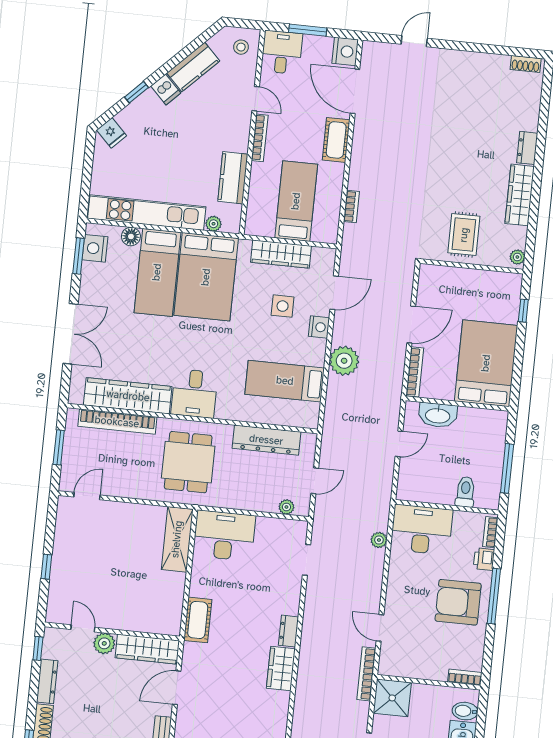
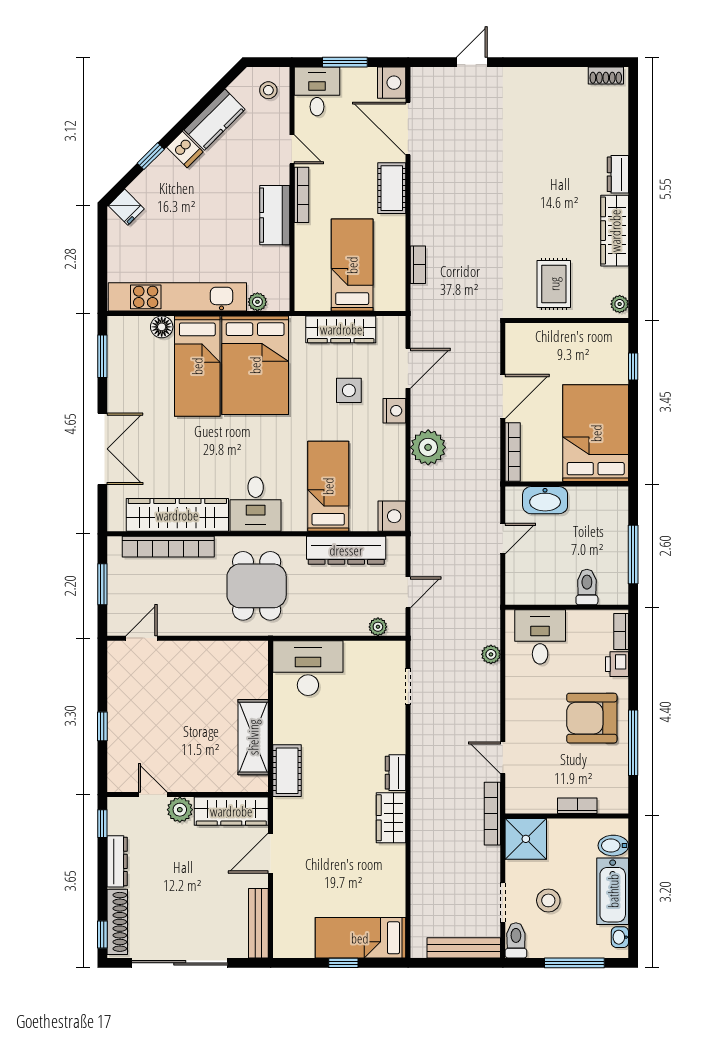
kitchen counter: (233, 178) -> (275, 215), moved
nightstand: (95, 248) -> (392, 516), moved, turned 180
bed: (285, 381) -> (328, 486), moved, turned 90
desk: (422, 530) -> (540, 637), width x0.73
shelving: (177, 539) -> (253, 737), moved
window: (494, 596) -> (633, 743), moved
bookcase: (465, 677) -> (577, 806), moved

